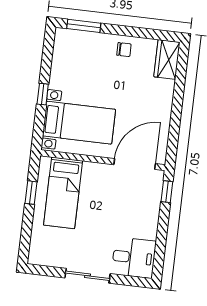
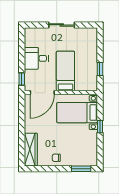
wardrobe: (167, 59) -> (31, 150), width x1.50
bed: (63, 193) -> (65, 71), moved
desk: (134, 258) -> (36, 58), moved

